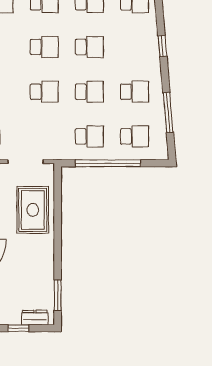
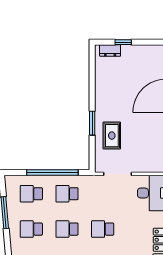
rug: (33, 210) -> (112, 136), width x0.73, depth x0.70
window: (58, 295) -> (92, 123), moved

